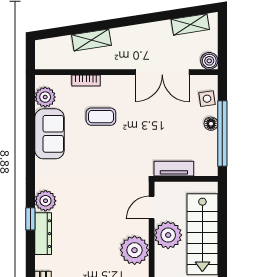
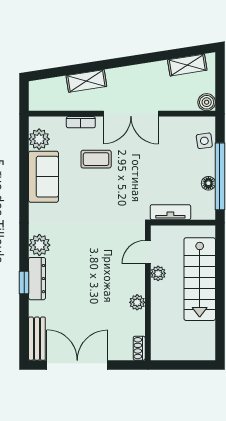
double door: (162, 72) -> (131, 114), moved
floor lamp: (211, 124) -> (208, 183), moved
window: (30, 219) -> (24, 282), moved
plant: (168, 235) -> (158, 273), width x0.53, depth x0.53
plant: (135, 250) -> (137, 302), width x0.53, depth x0.53

